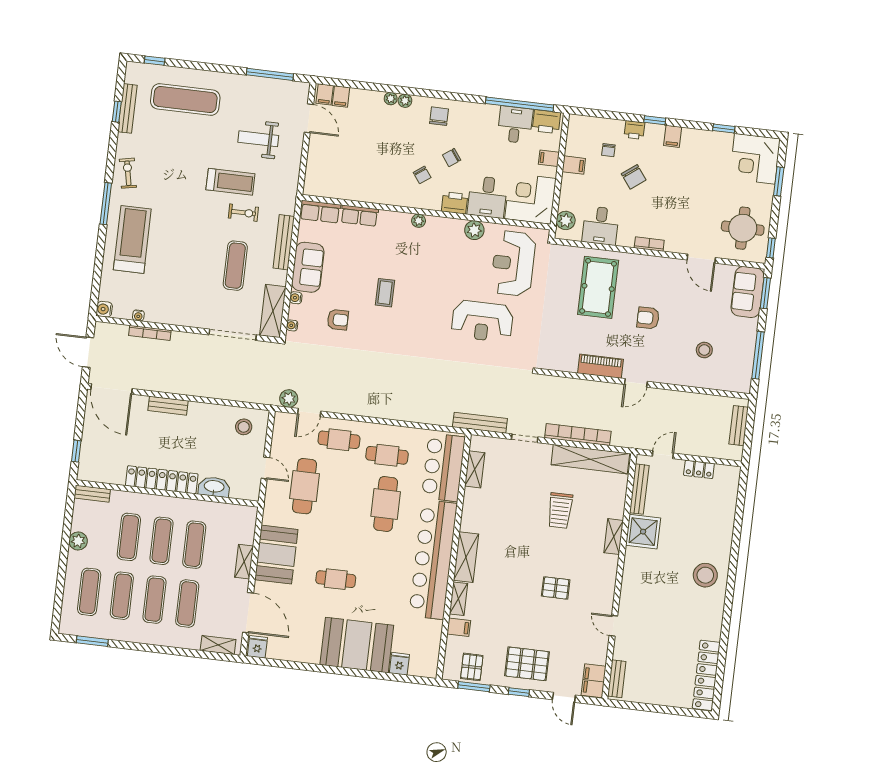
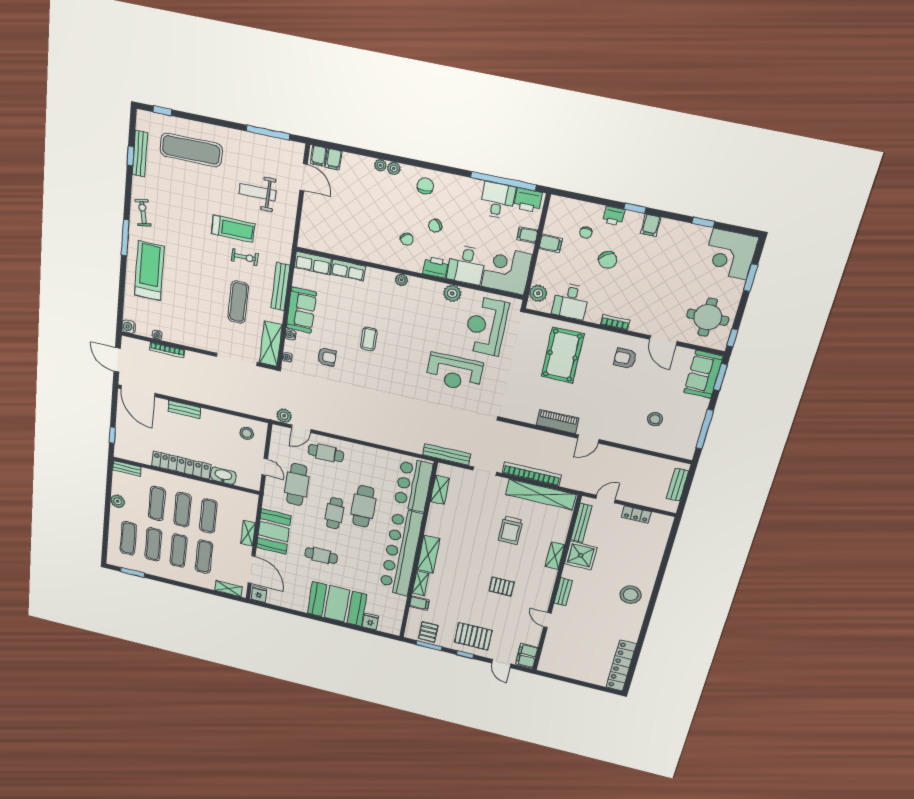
armchair: (648, 318) -> (625, 358), moved
cafe table: (387, 455) -> (334, 513), moved, turned 90
bench: (617, 679) -> (563, 592), moved

